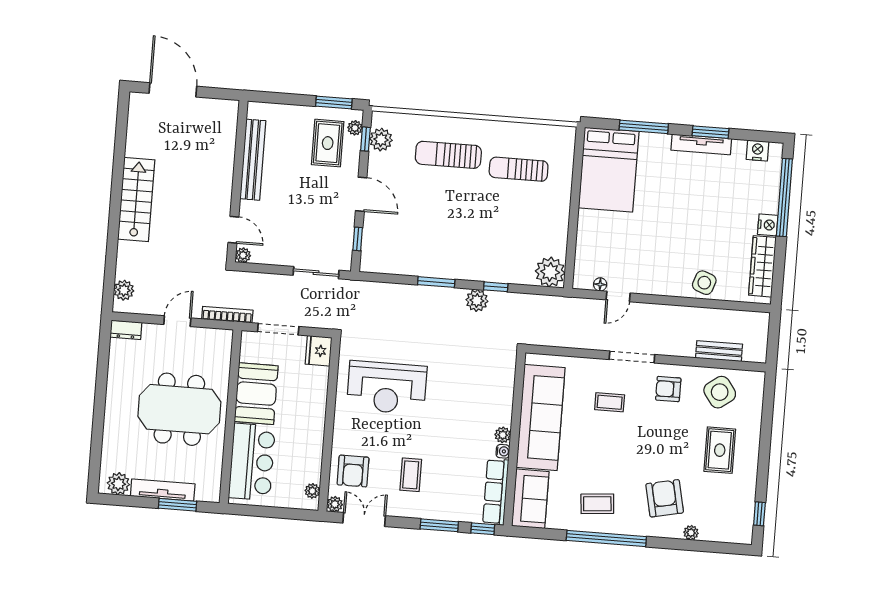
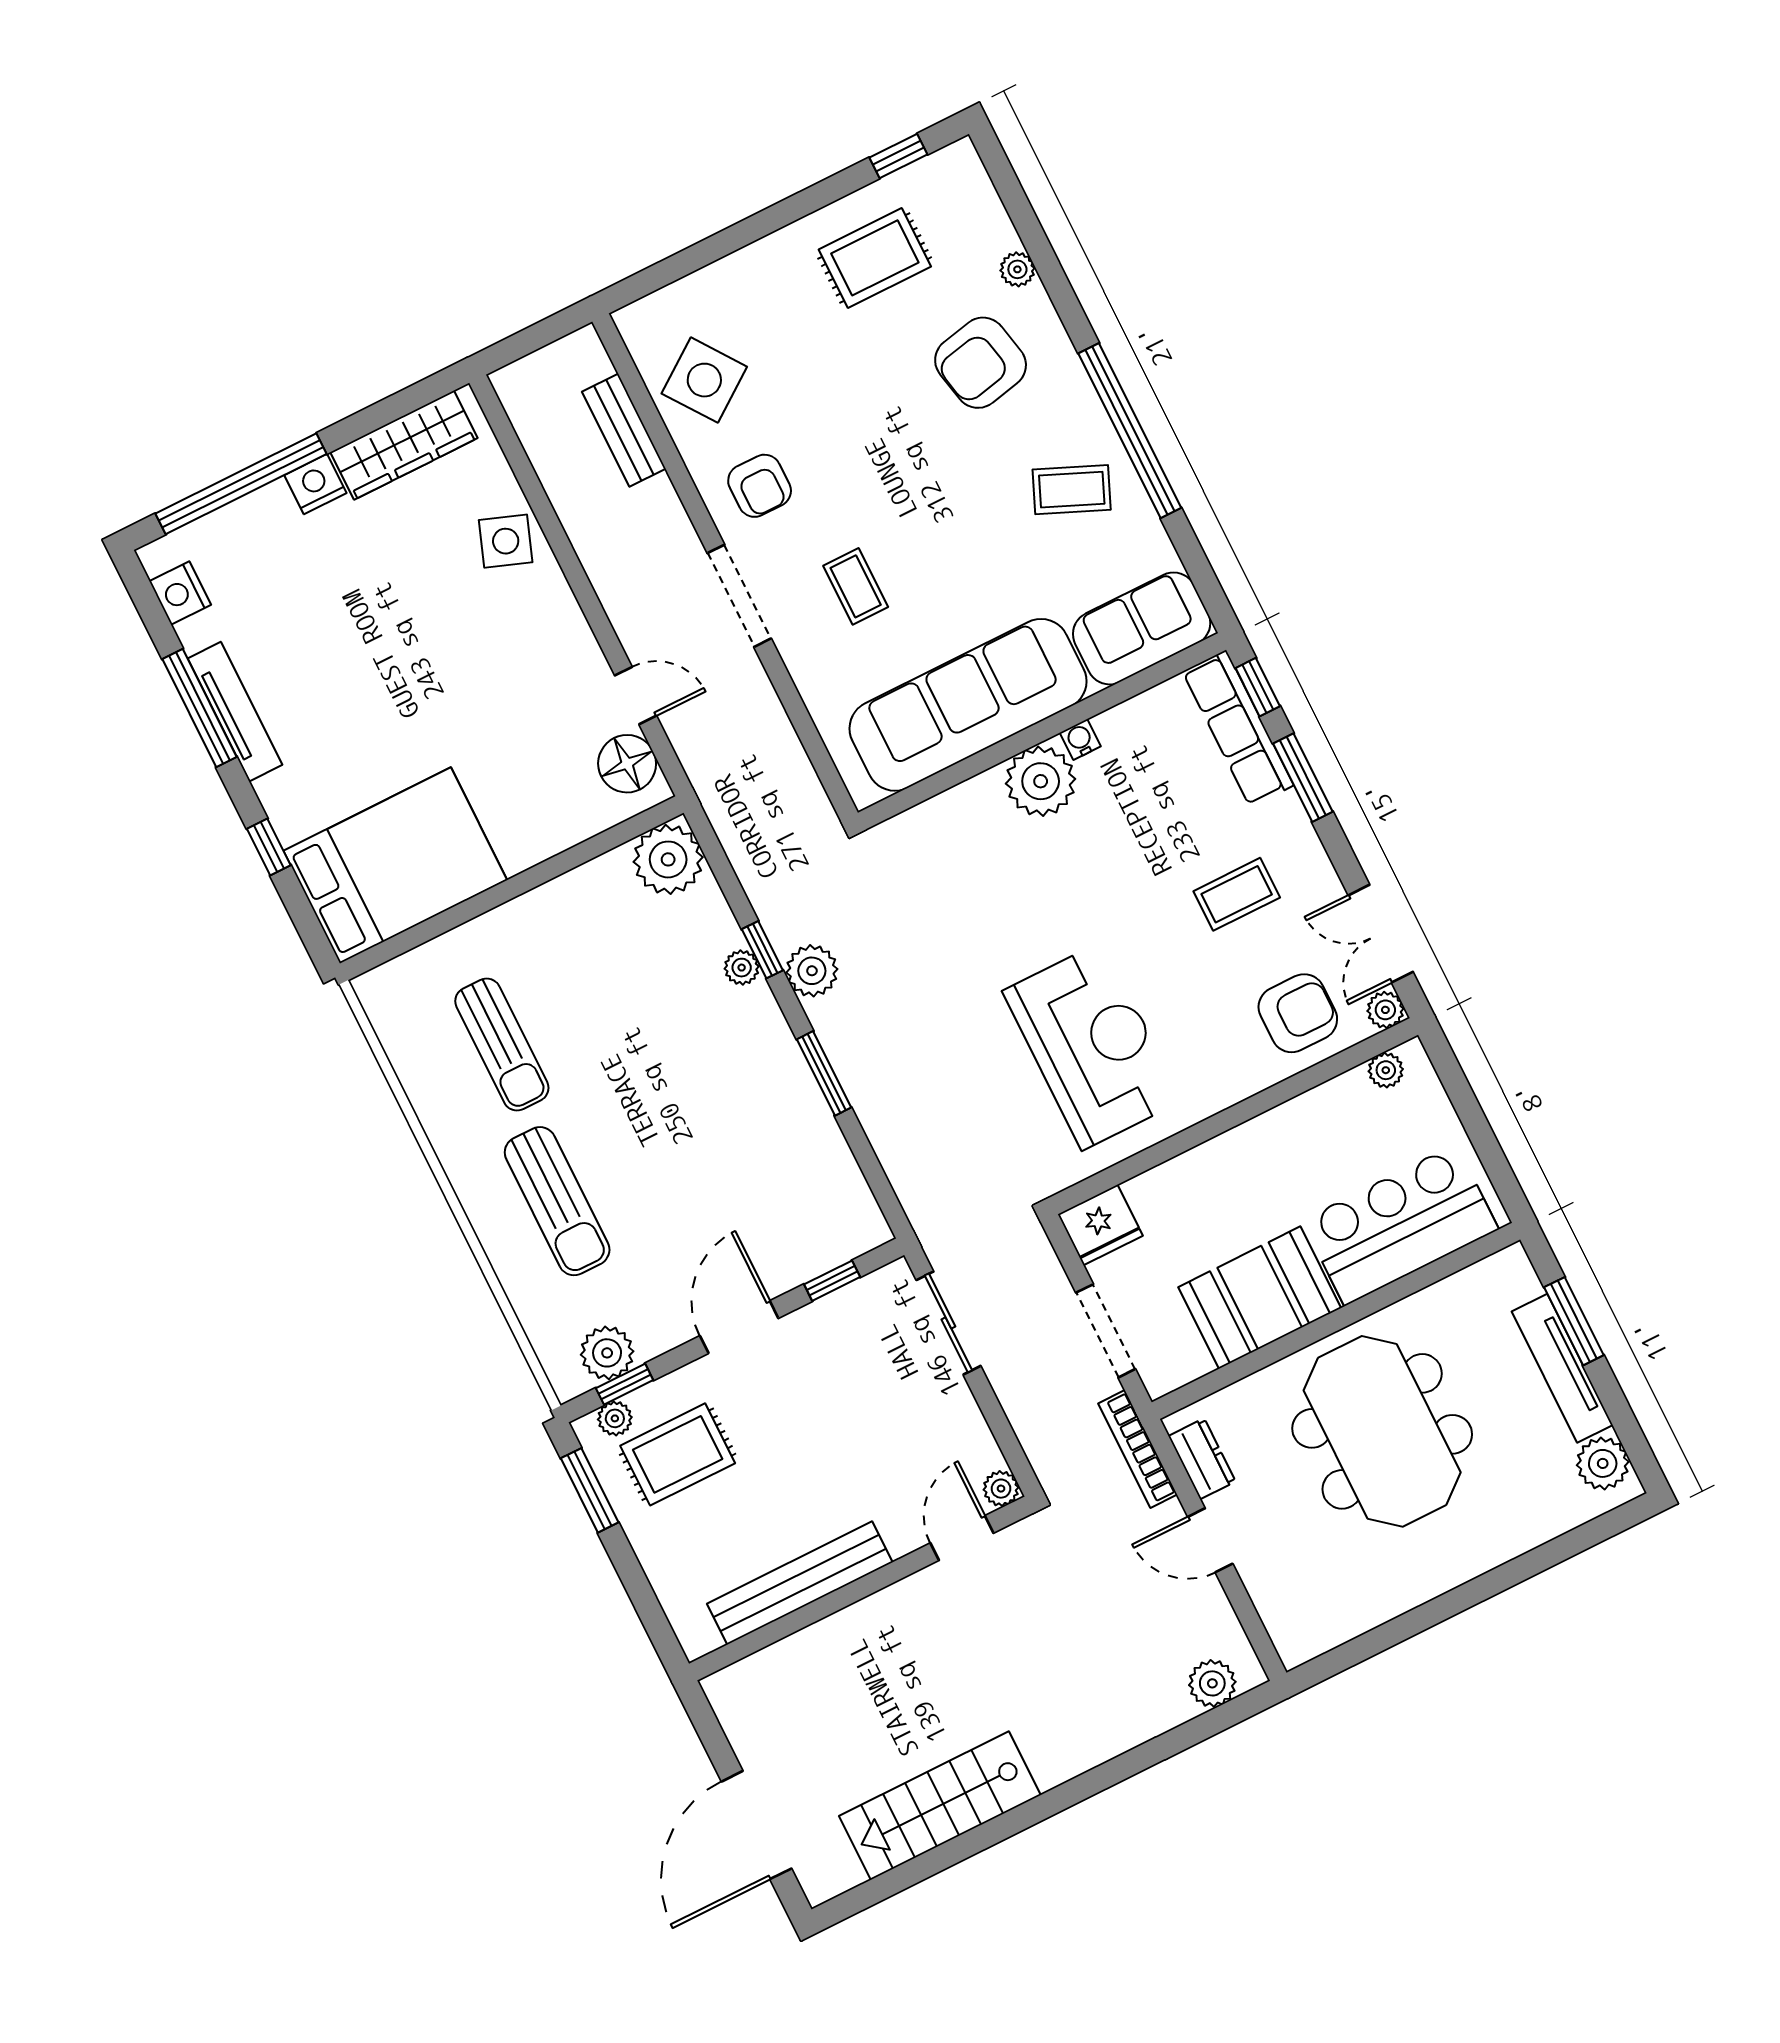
window: (644, 127) -> (269, 847), width x0.46
window: (711, 132) -> (200, 708), width x1.44
stairs: (136, 200) -> (940, 1806), moved
plant: (494, 275) -> (742, 968), added
floor lamp: (600, 284) -> (627, 764), width x1.89, depth x1.89
dresser: (126, 330) -> (1202, 1459), moved
plant: (503, 435) -> (1041, 781), width x1.87, depth x1.87
rug: (720, 450) -> (875, 258), moved
row of seats: (496, 492) -> (1238, 728), moved, turned 90
coffee table: (597, 504) -> (1072, 490), turned -62

